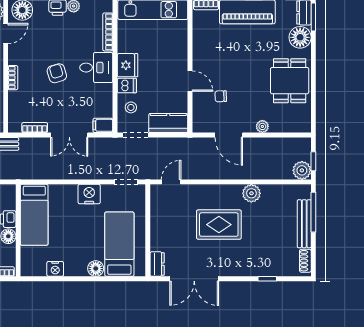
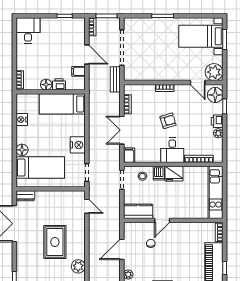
kitchen counter: (168, 123) -> (138, 211), moved, turned -90

